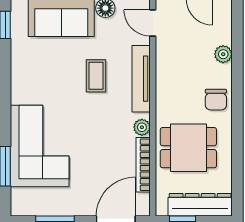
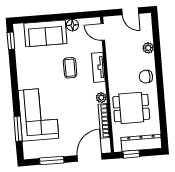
tv unit: (141, 79) -> (98, 67), width x0.71
chair: (216, 100) -> (146, 77), turned 90

